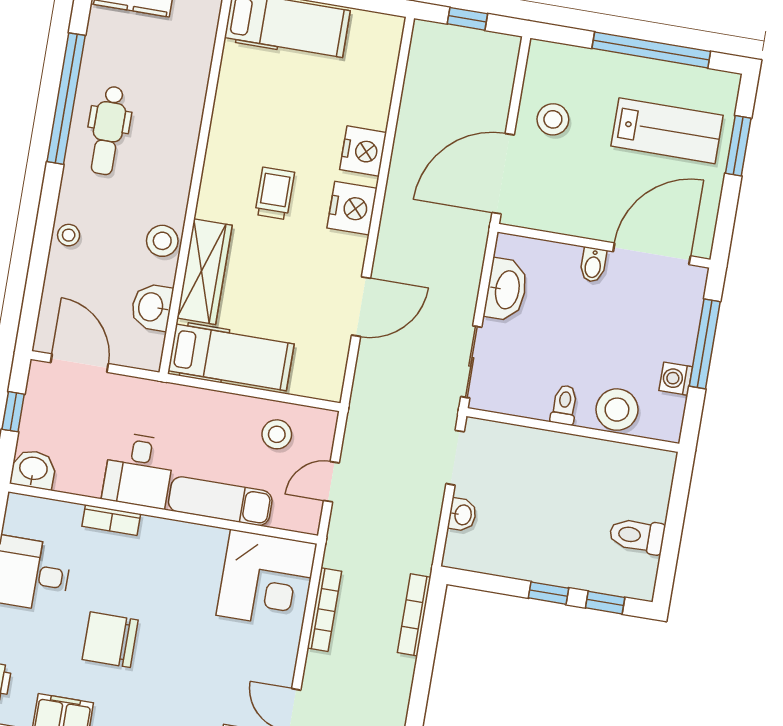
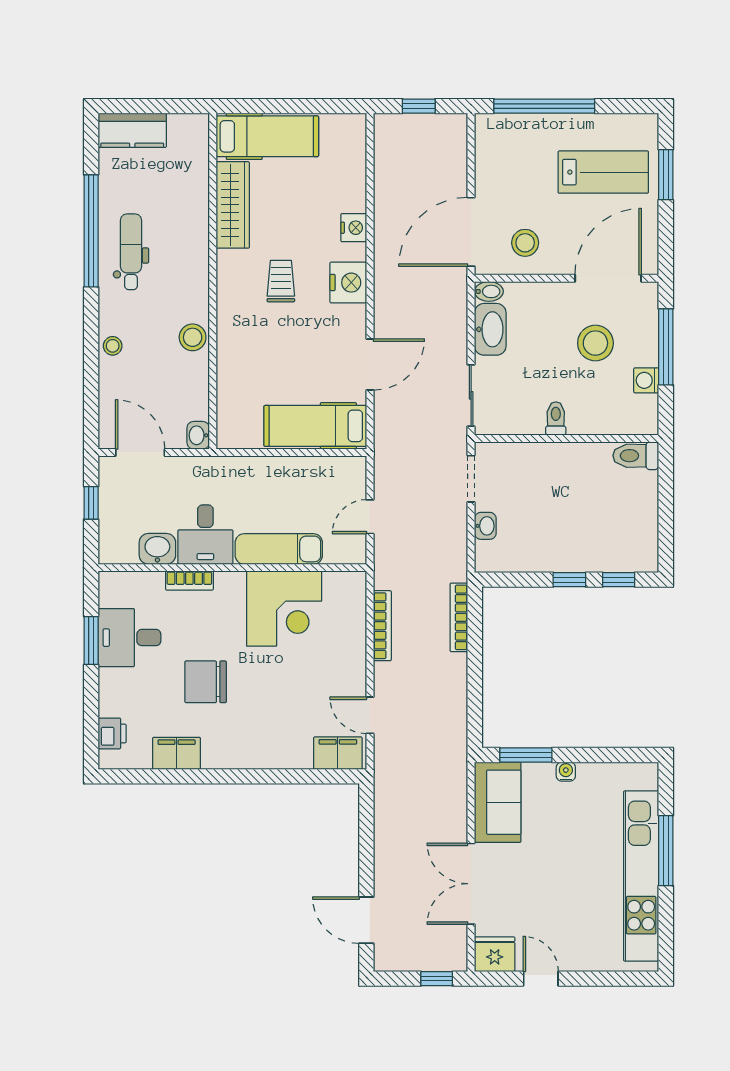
window: (651, 50) -> (544, 106), moved
stool: (553, 119) -> (525, 243), moved
dental chair: (108, 130) -> (131, 252), turned 180
nightstand: (363, 151) -> (354, 228), width x0.74, depth x0.75
bidet: (593, 265) -> (489, 291), moved, turned -90
wardrobe: (205, 272) -> (233, 205), moved
washbasin: (152, 307) -> (198, 435), moved, width x0.72, depth x0.69
hospital bed: (231, 357) -> (315, 426), moved, turned 180
stool: (617, 410) -> (595, 343), moved
stool: (277, 434) -> (317, 484), removed
washbasin: (33, 469) -> (157, 549), moved
toilet: (637, 536) -> (636, 456), moved
corner desk: (266, 579) -> (284, 609), moved

